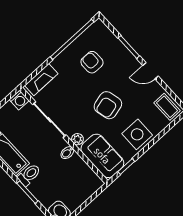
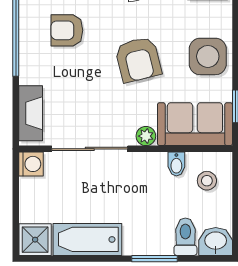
bidet: (67, 153) -> (176, 164), moved
toilet: (29, 175) -> (185, 237), moved
stool: (82, 184) -> (207, 181), added

